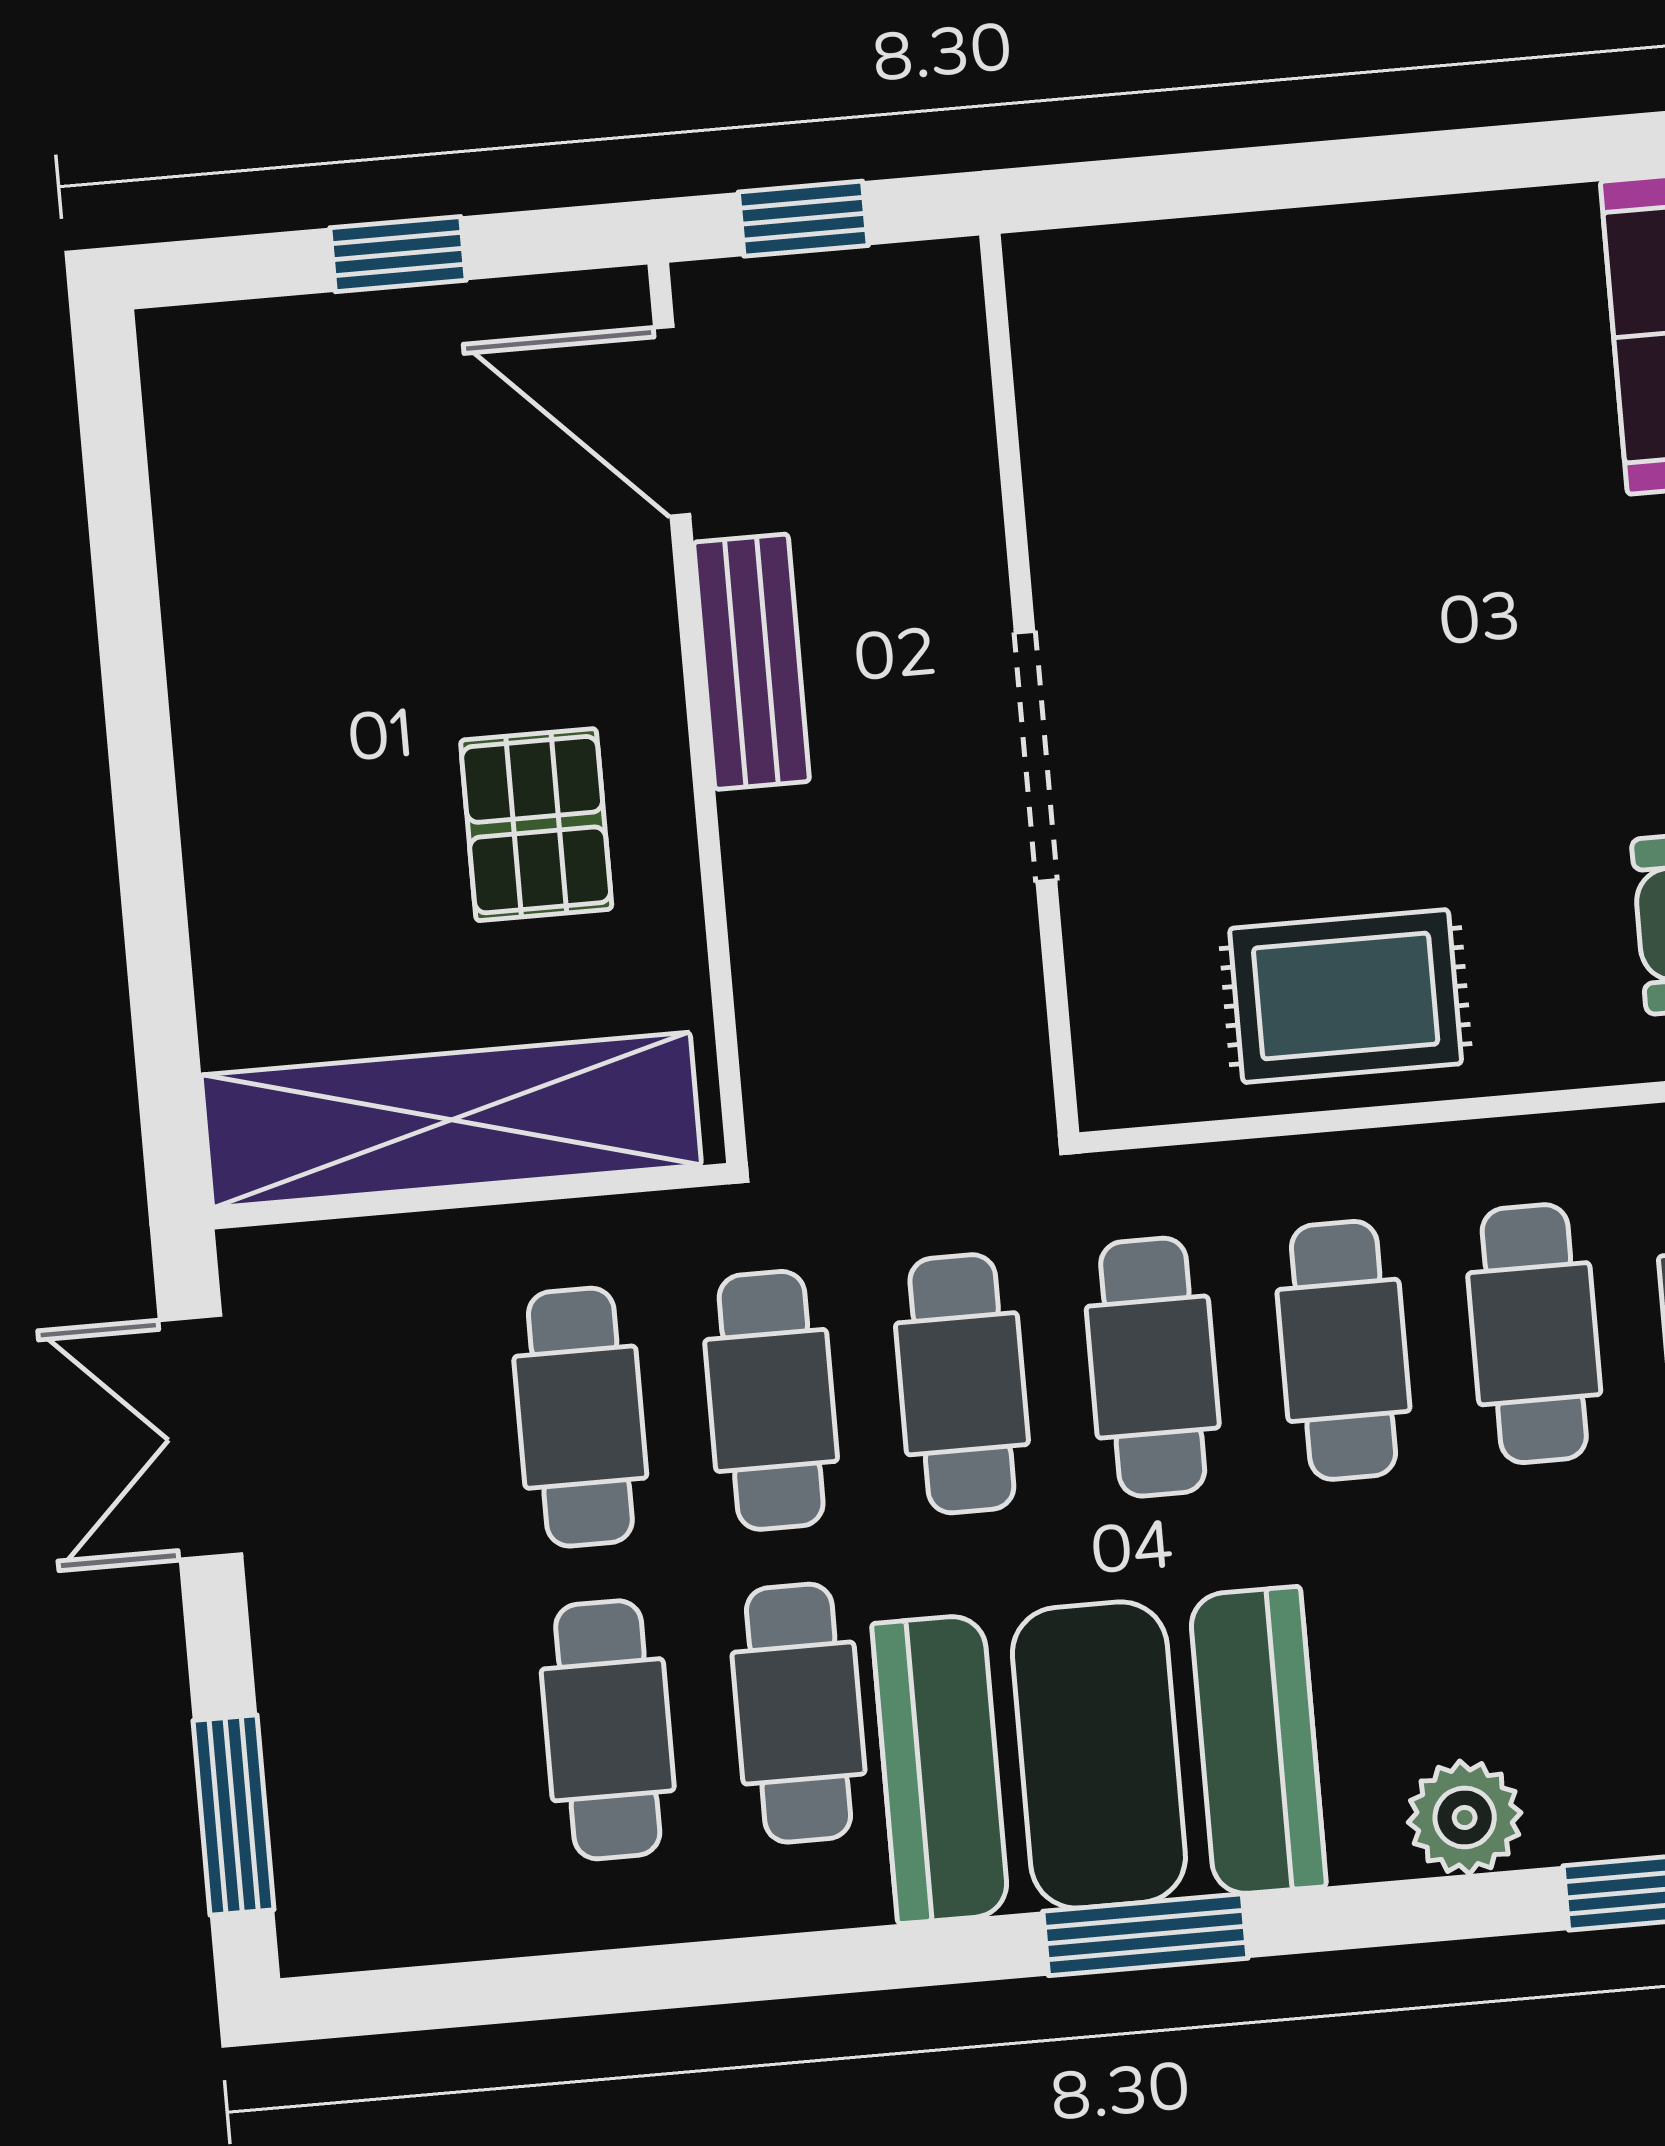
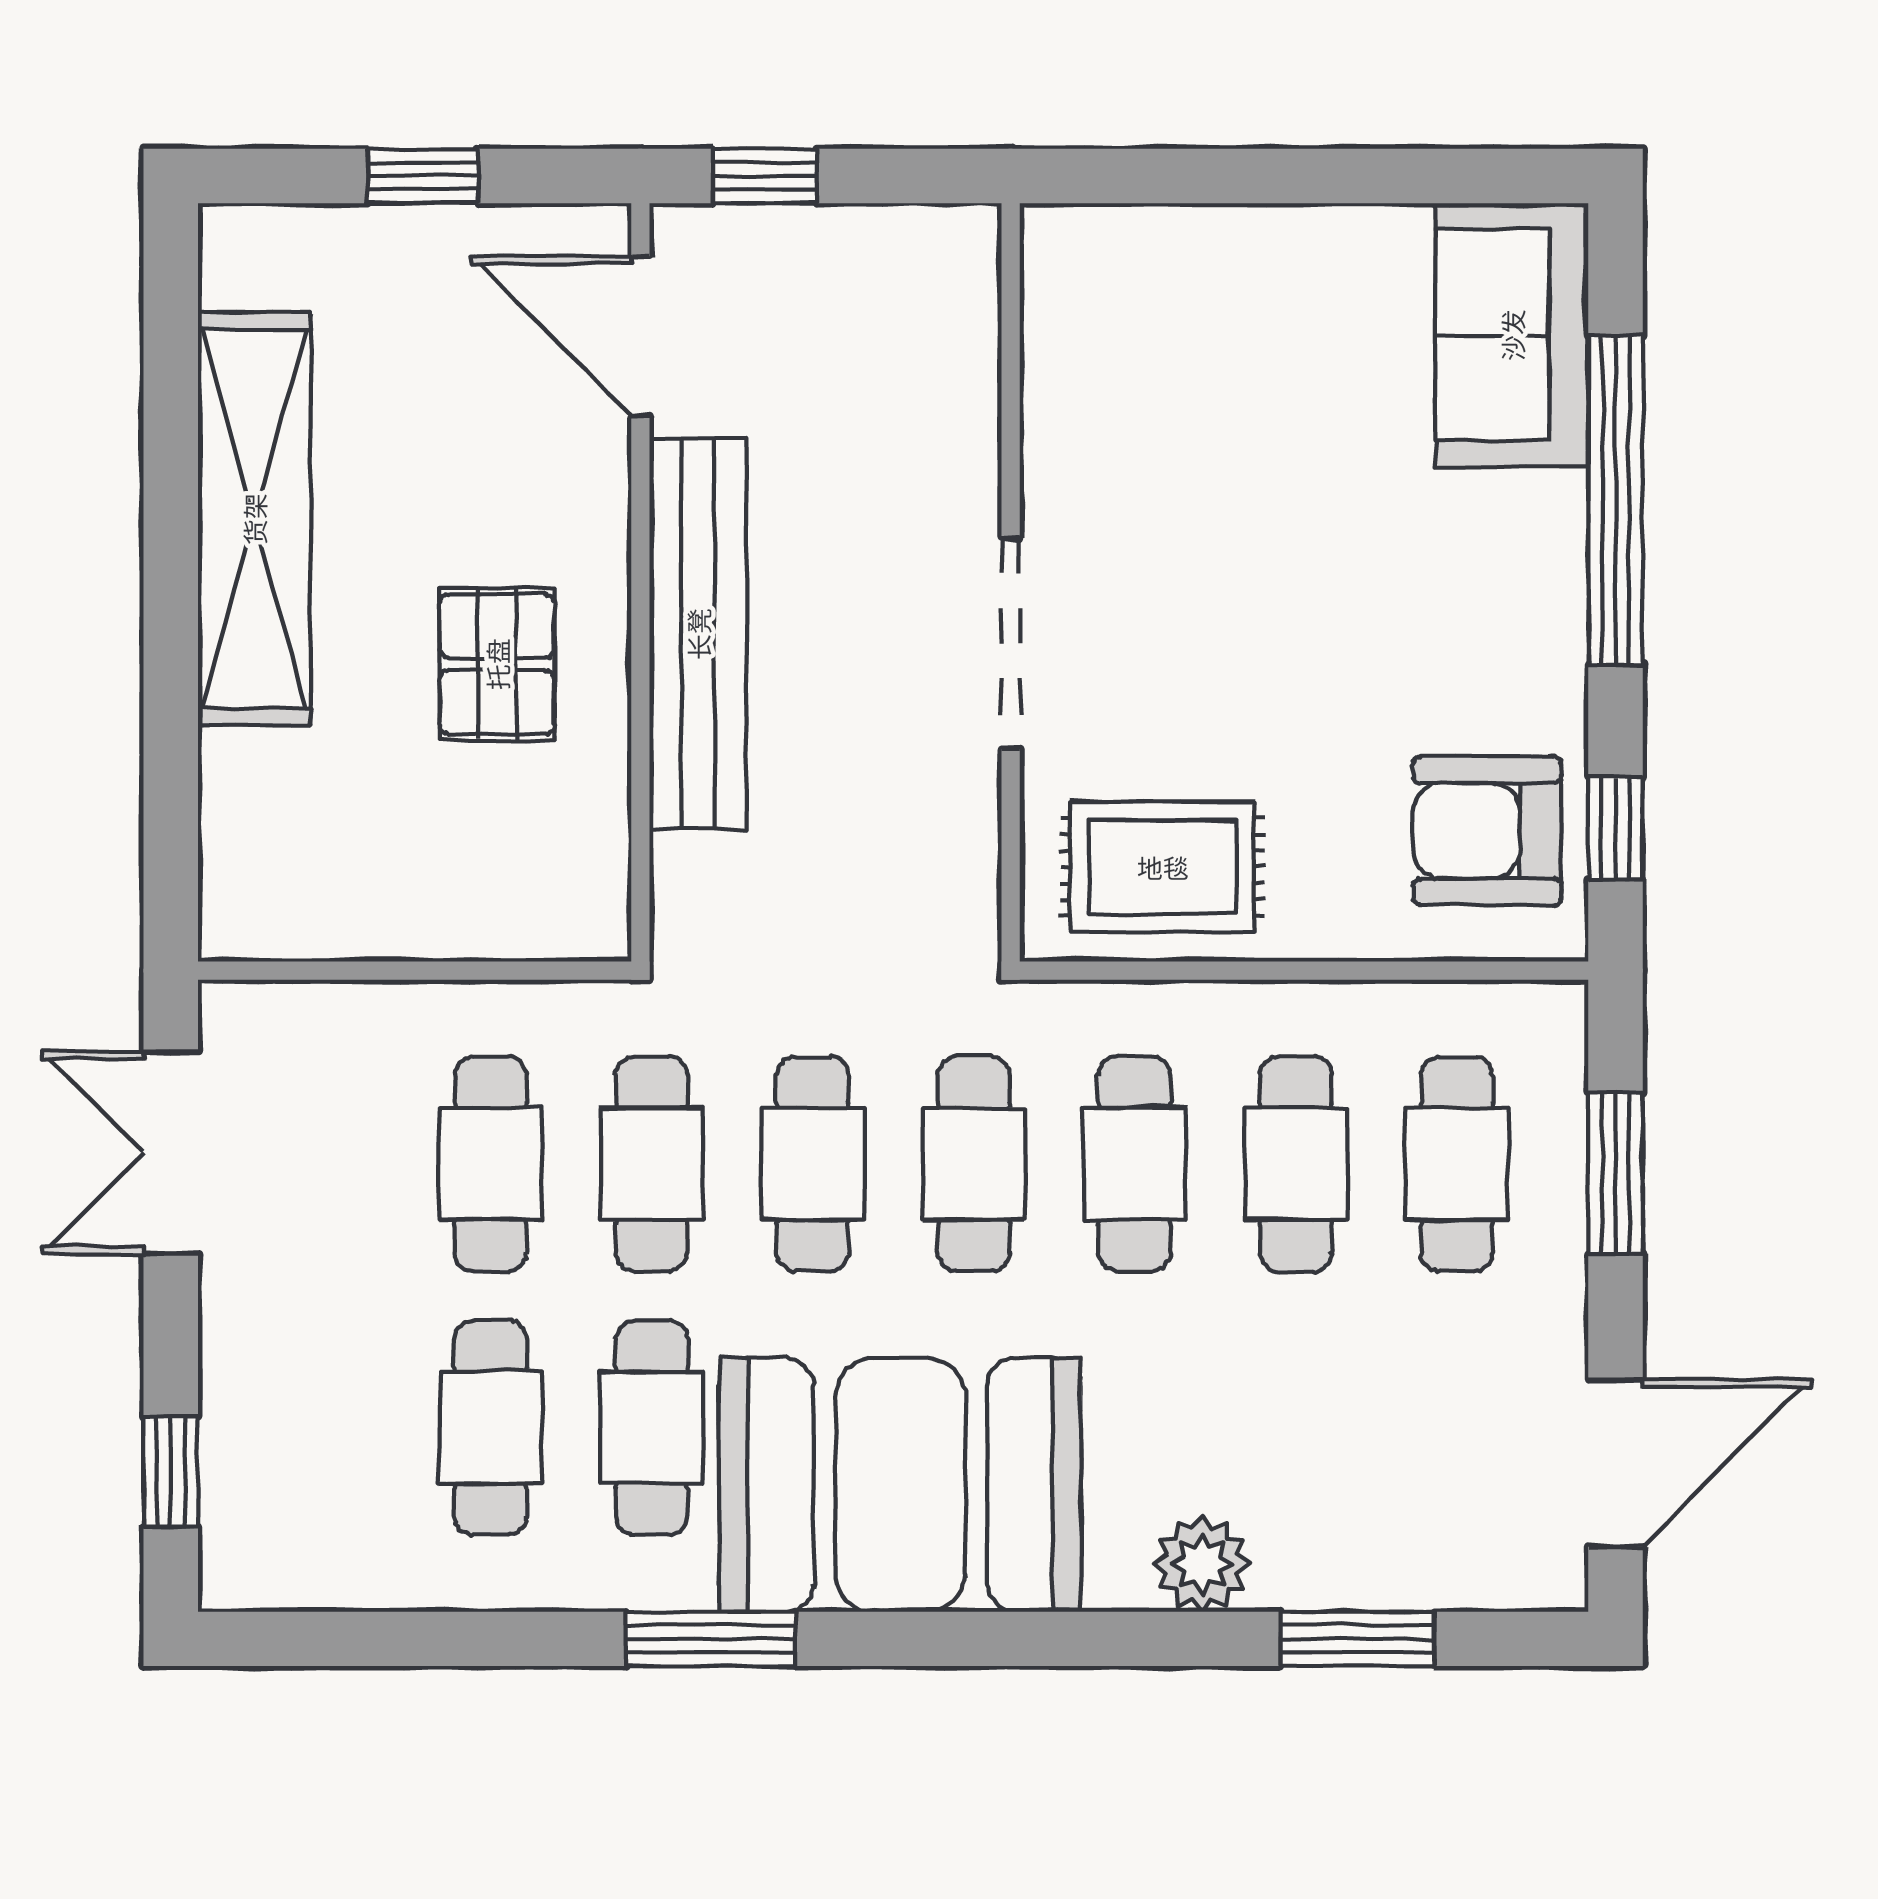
bench: (751, 662) -> (698, 634), width x1.86, depth x1.21
wall: (1029, 684) -> (1011, 582), moved
doorway: (1035, 757) -> (1011, 644), moved
shelving: (451, 1120) -> (254, 519), moved, turned 90
window: (233, 1815) -> (171, 1472), width x0.67
window: (1145, 1935) -> (711, 1639), moved

